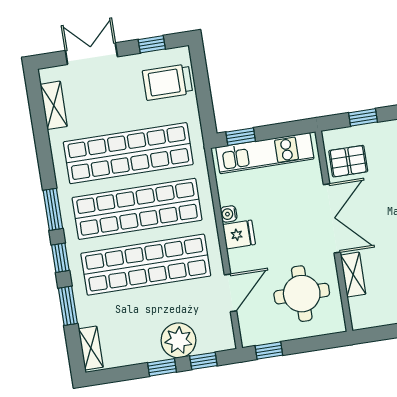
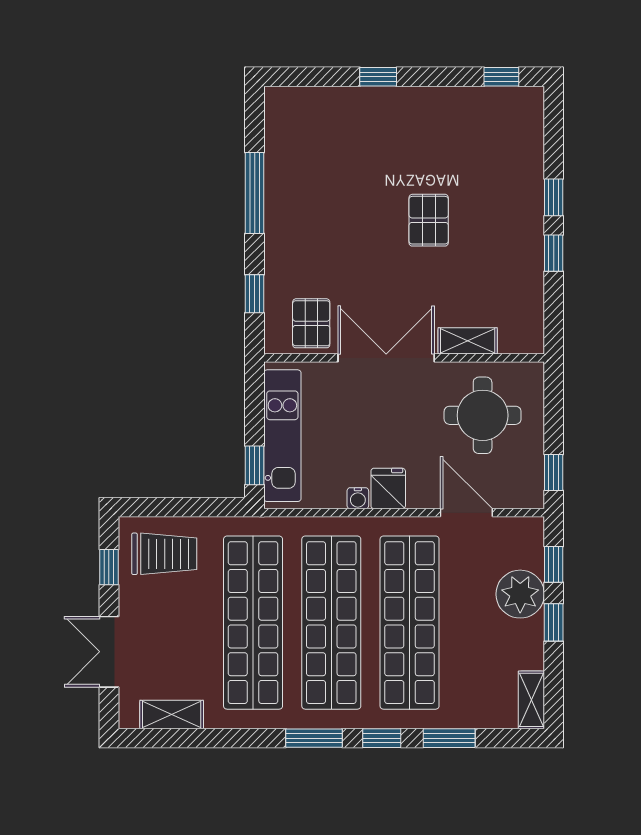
trolley: (167, 82) -> (164, 554), turned -90
shelving: (91, 348) -> (531, 700), moved, turned 90

